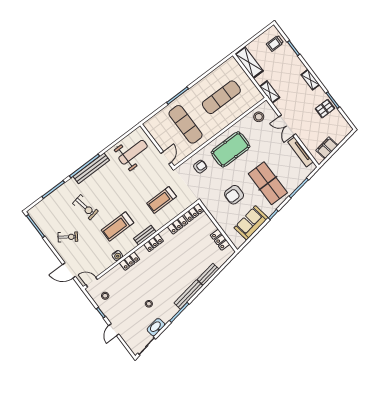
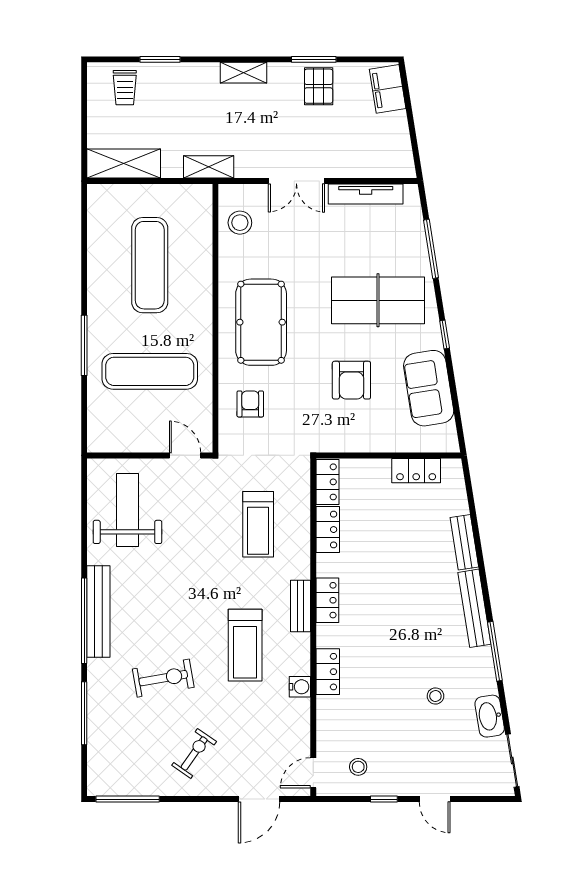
filing cabinet: (327, 148) -> (388, 89), moved

